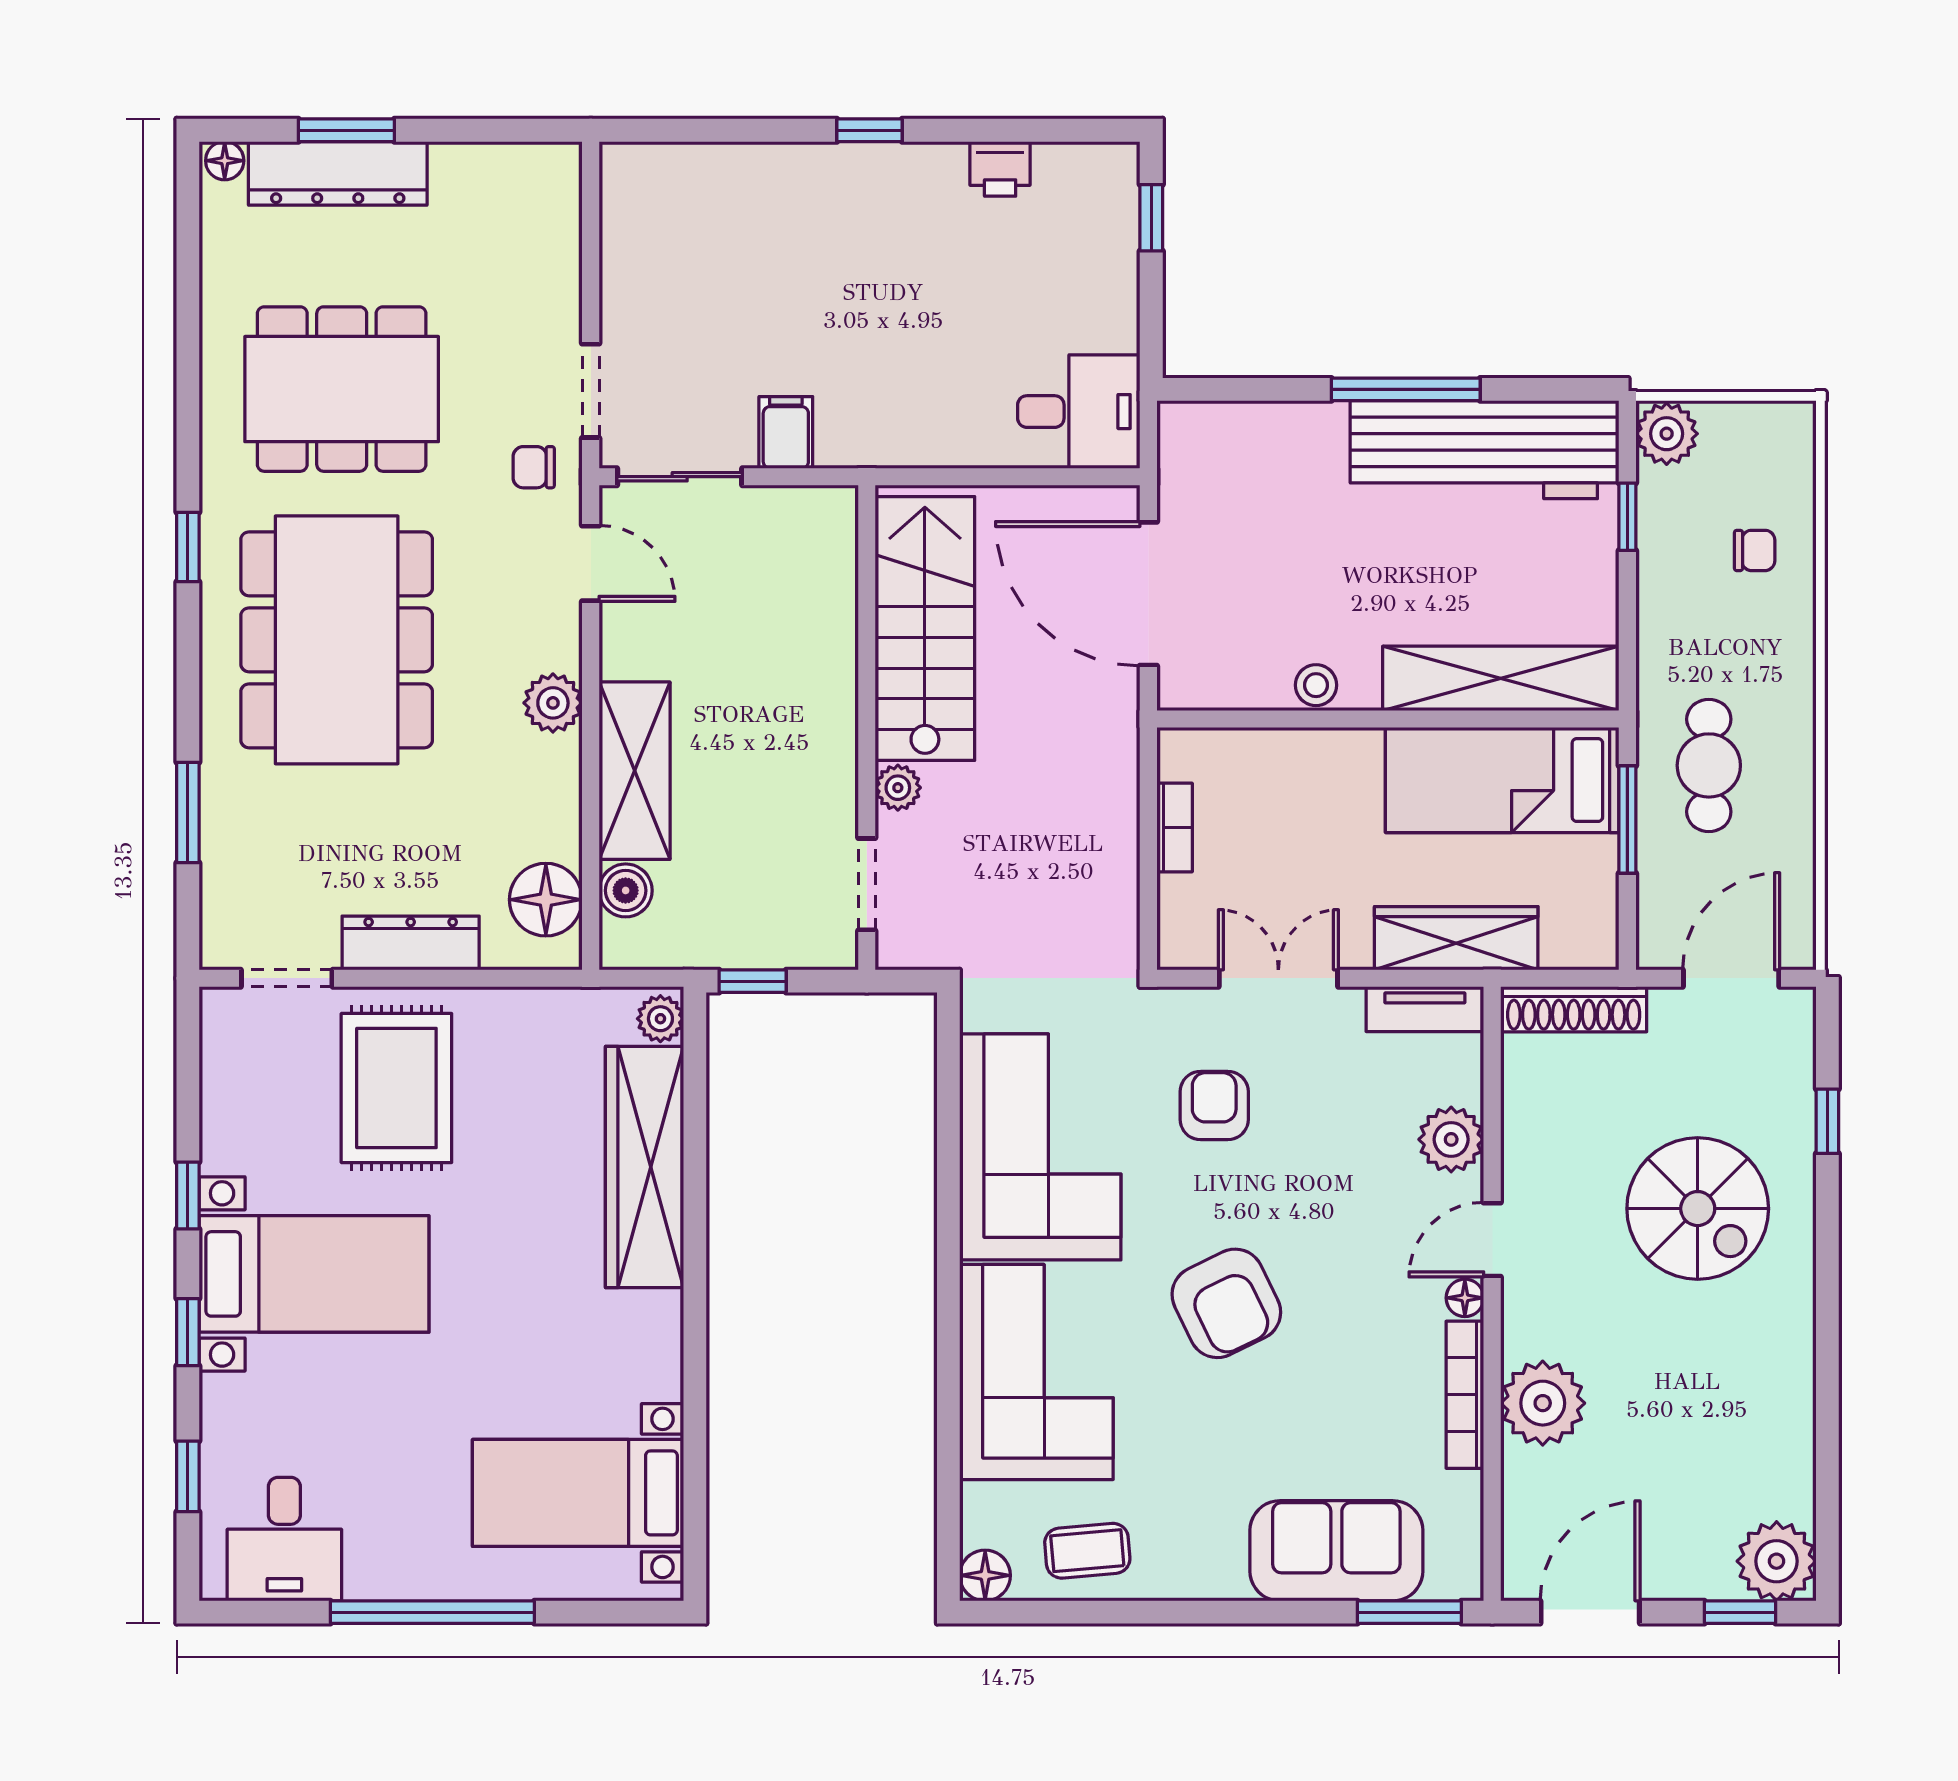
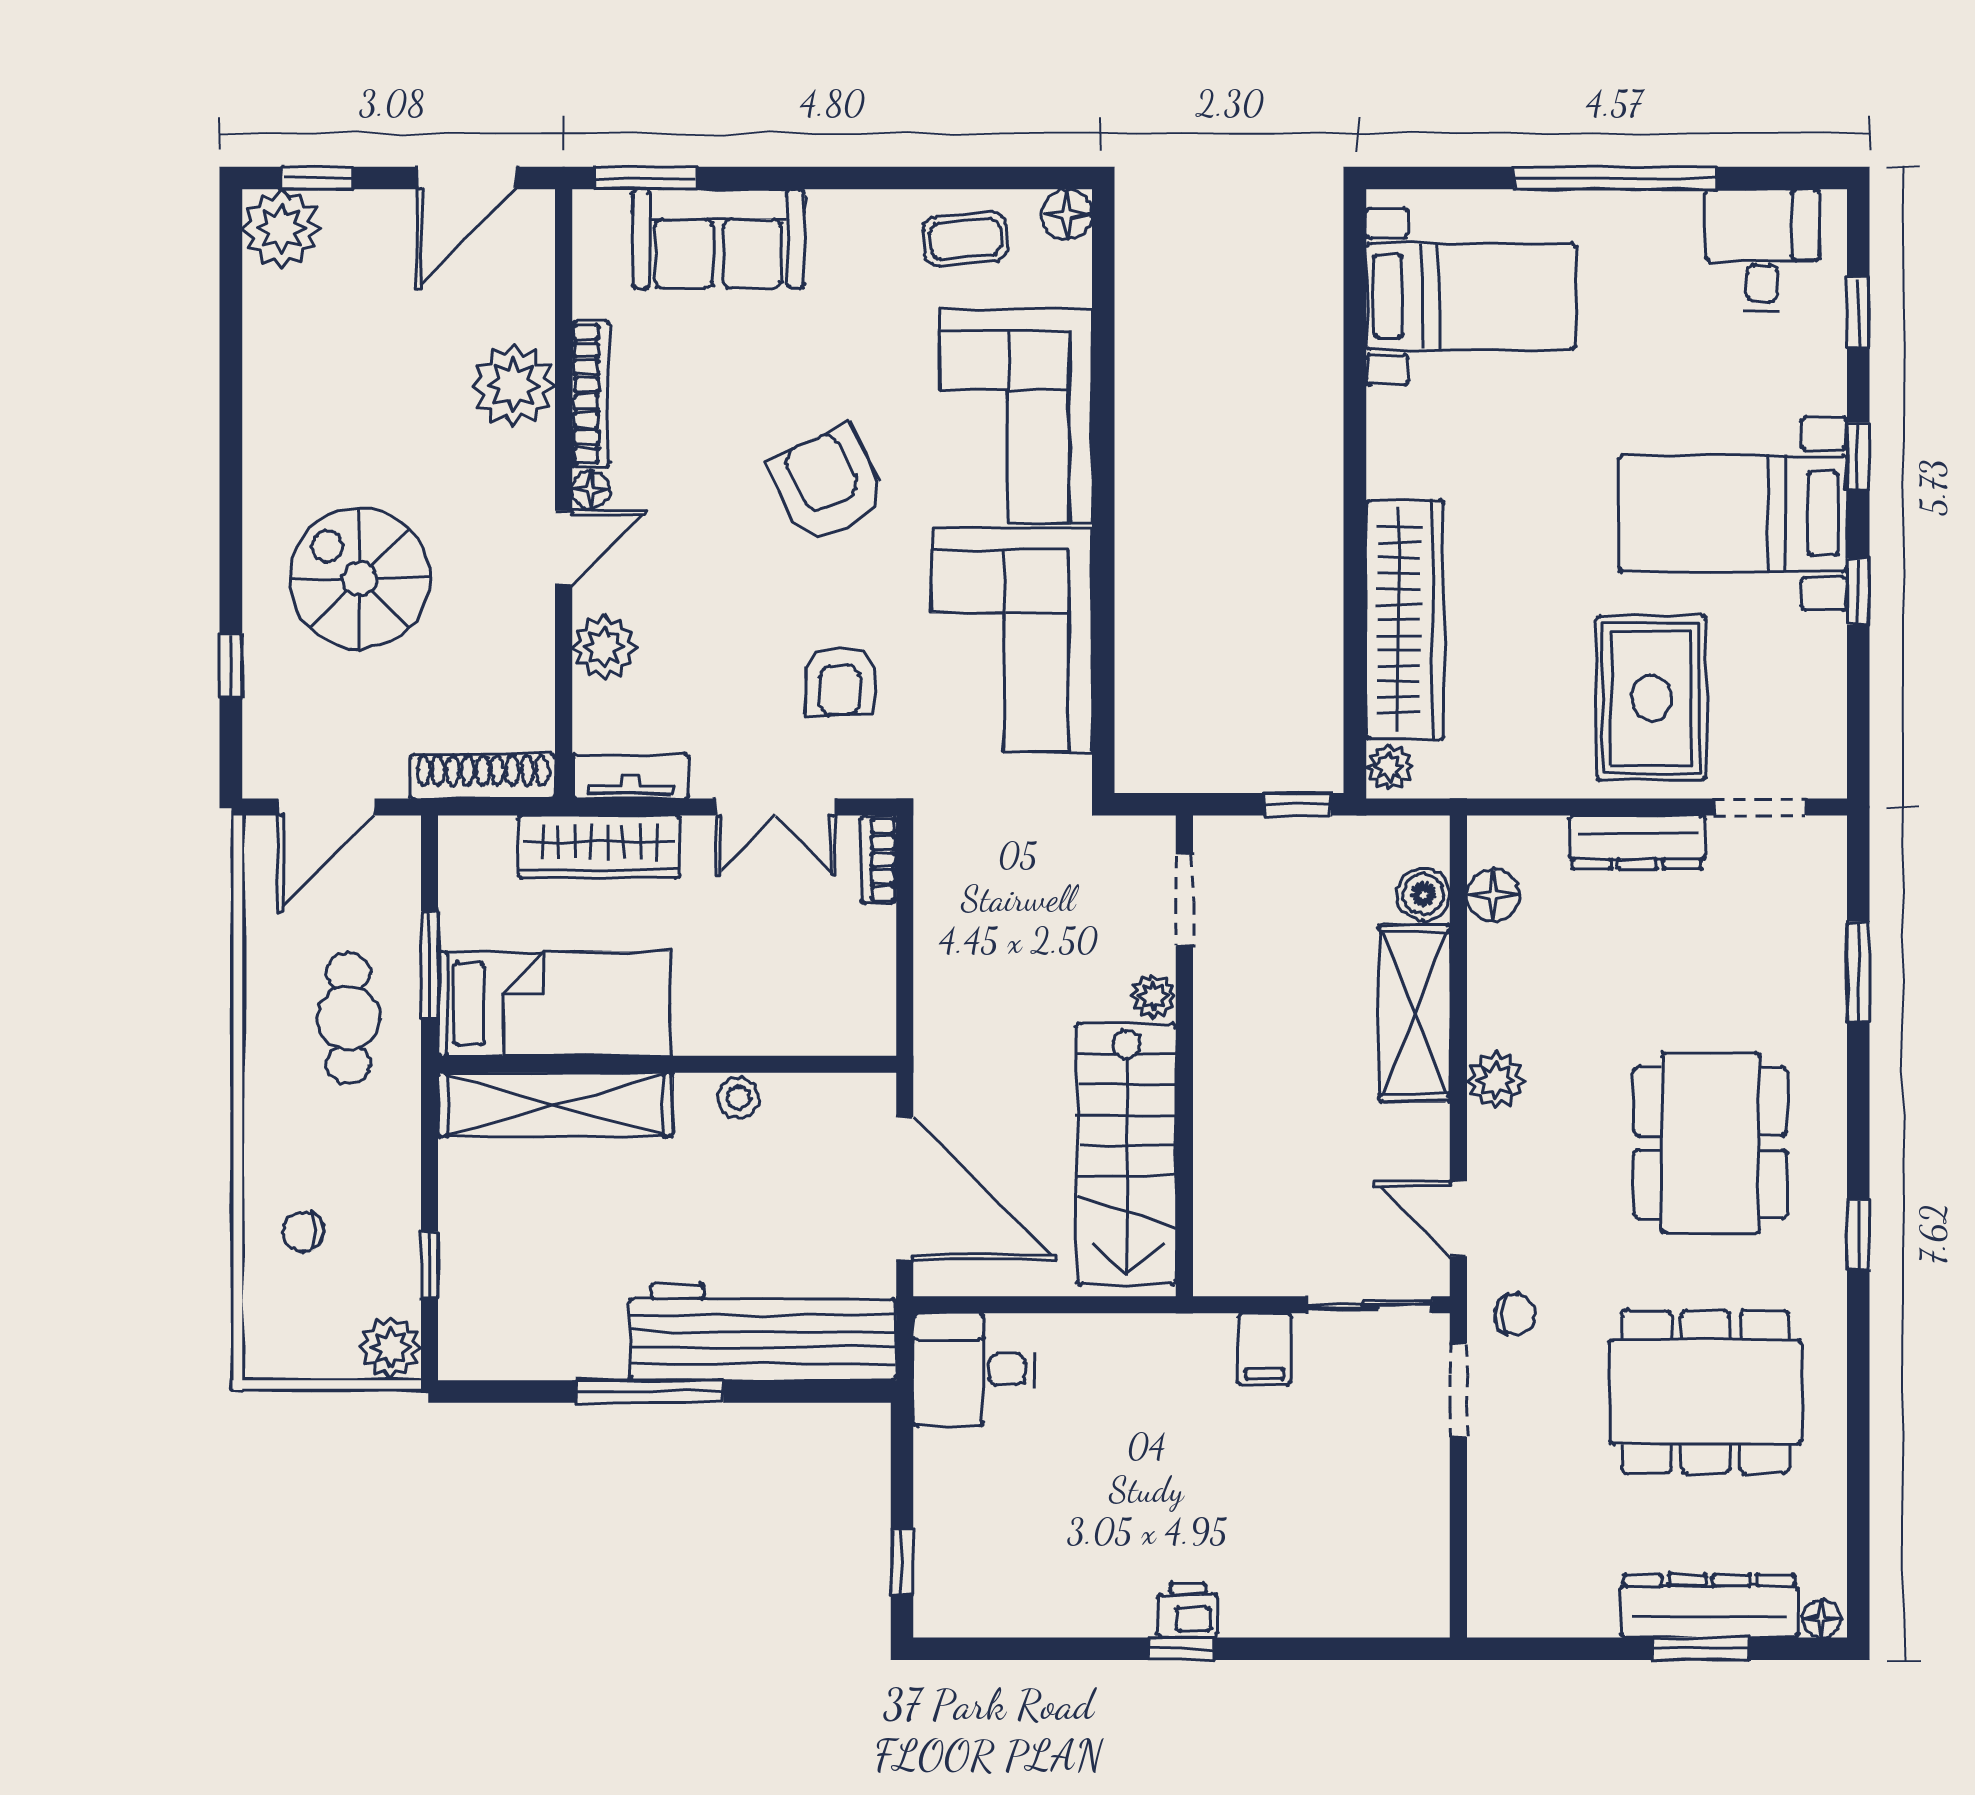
printer: (1000, 169) -> (1188, 1610), moved
workbench: (1485, 450) -> (763, 1332), moved
dining table: (337, 640) -> (1710, 1143), width x0.73, depth x0.80
bookcase: (1175, 828) -> (879, 859), moved
floor lamp: (546, 900) -> (1493, 895), width x0.73, depth x0.73

